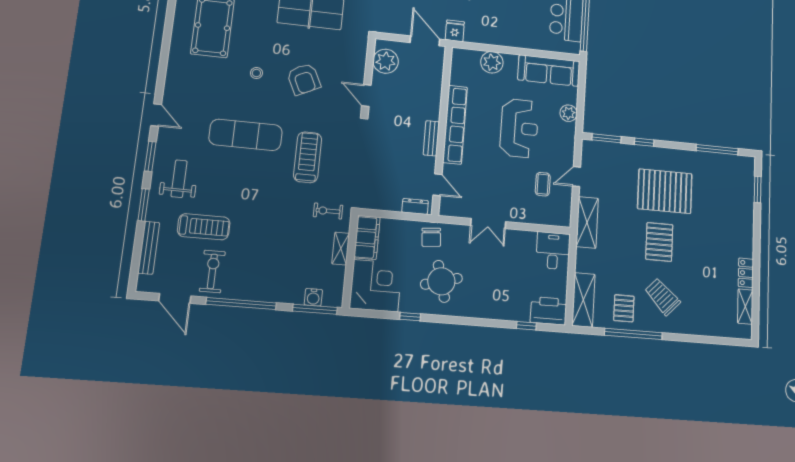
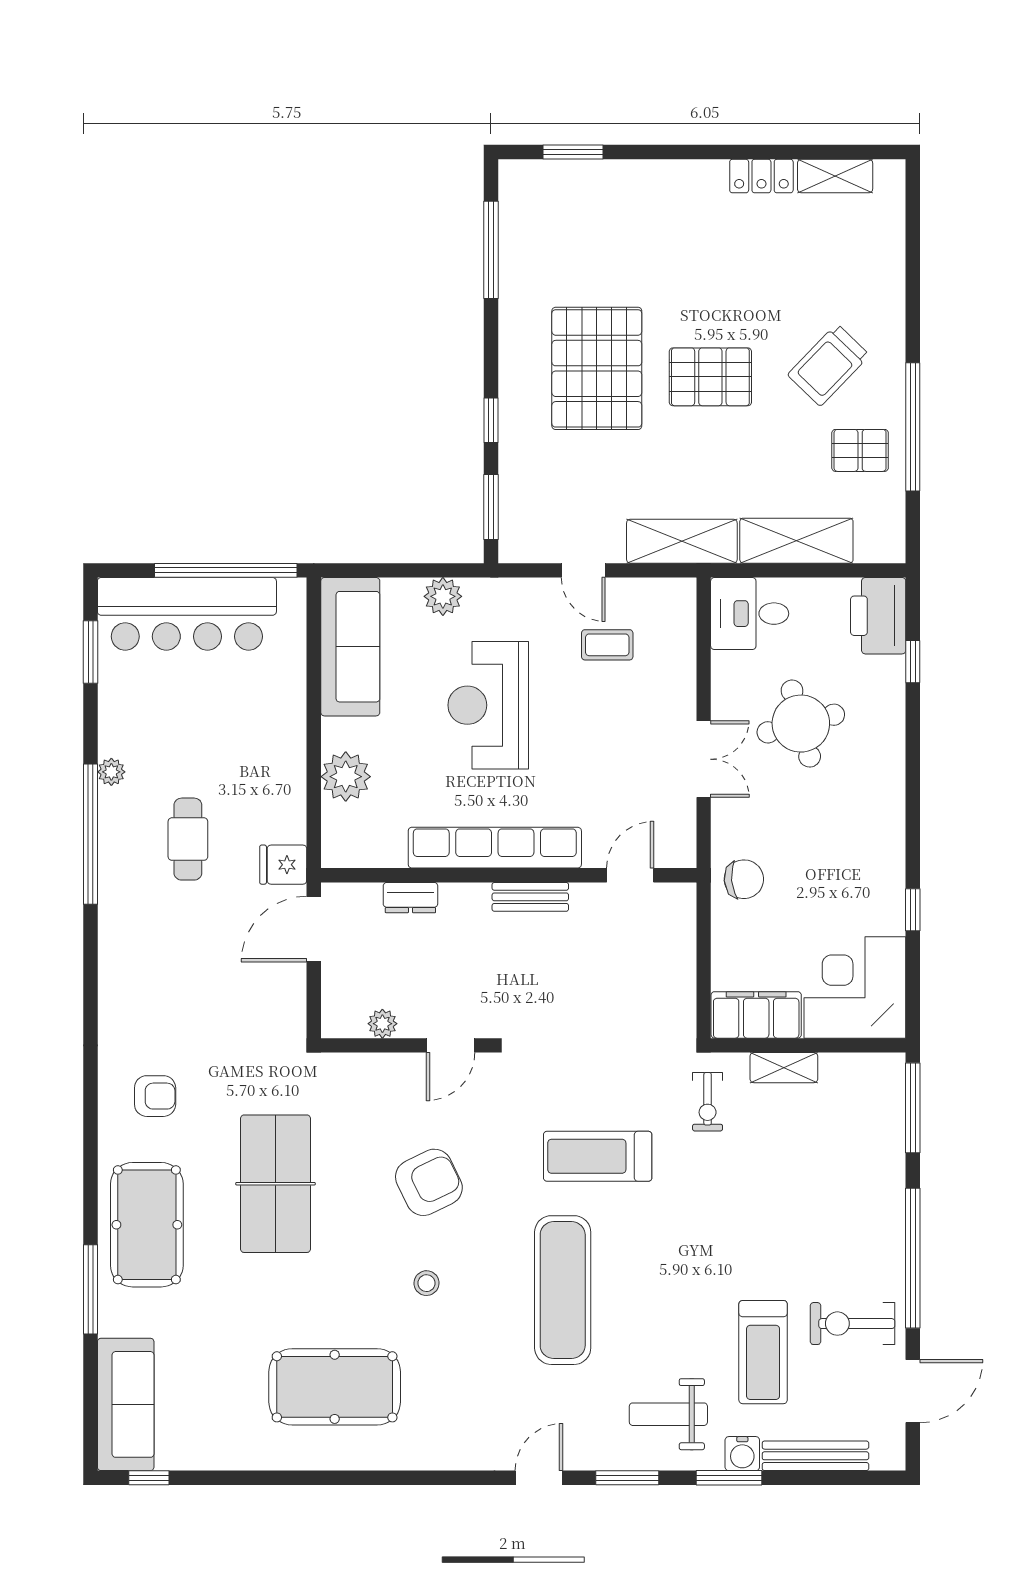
plant: (386, 61) -> (382, 1024), width x0.53, depth x0.53
reception desk: (519, 128) -> (488, 705), turned -90
dresser: (415, 206) -> (410, 898), moved, turned -90
treadmill: (204, 227) -> (763, 1352), turned 180
round table: (441, 281) -> (801, 724), moved
water cooler: (313, 297) -> (742, 1454), moved, turned 90
shelving: (583, 300) -> (796, 541), moved

